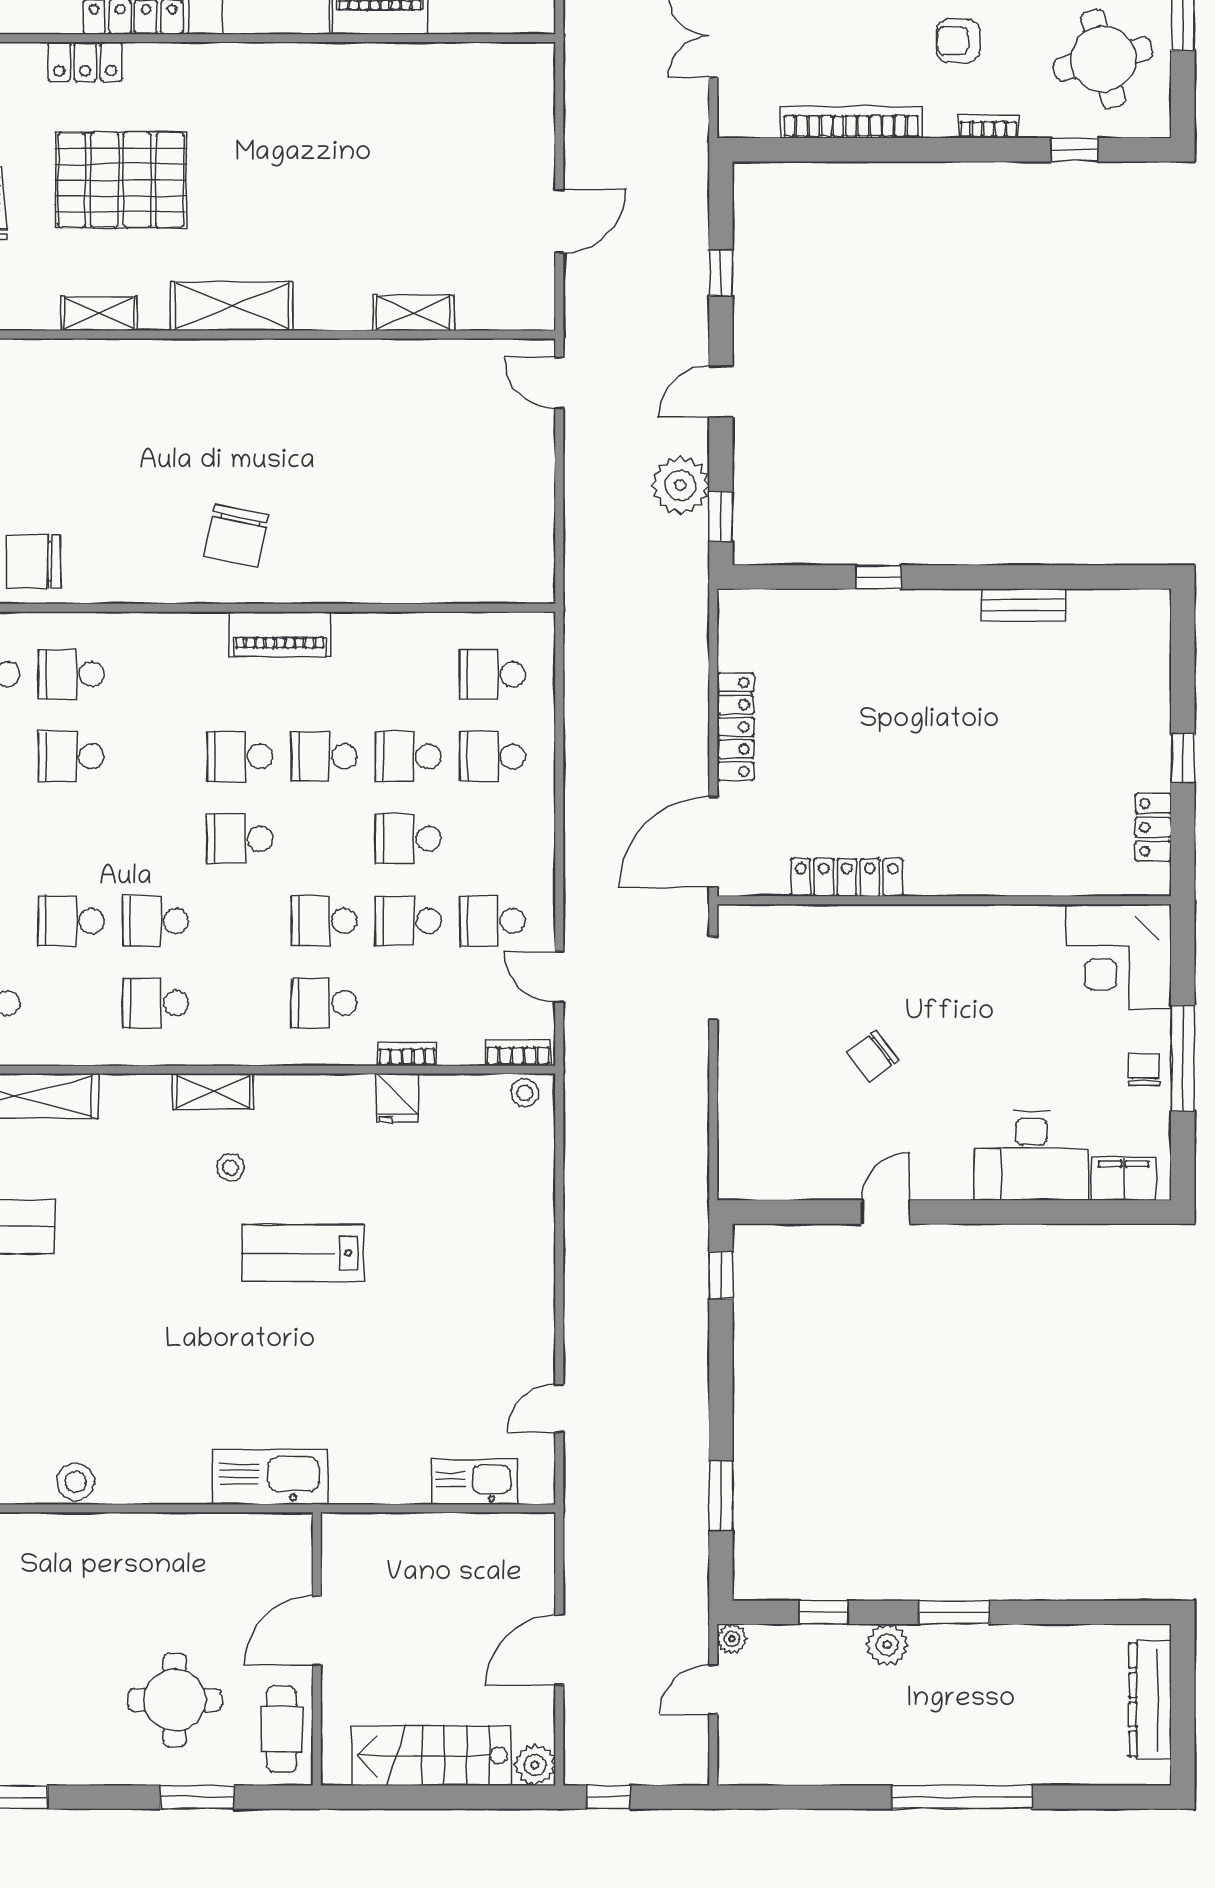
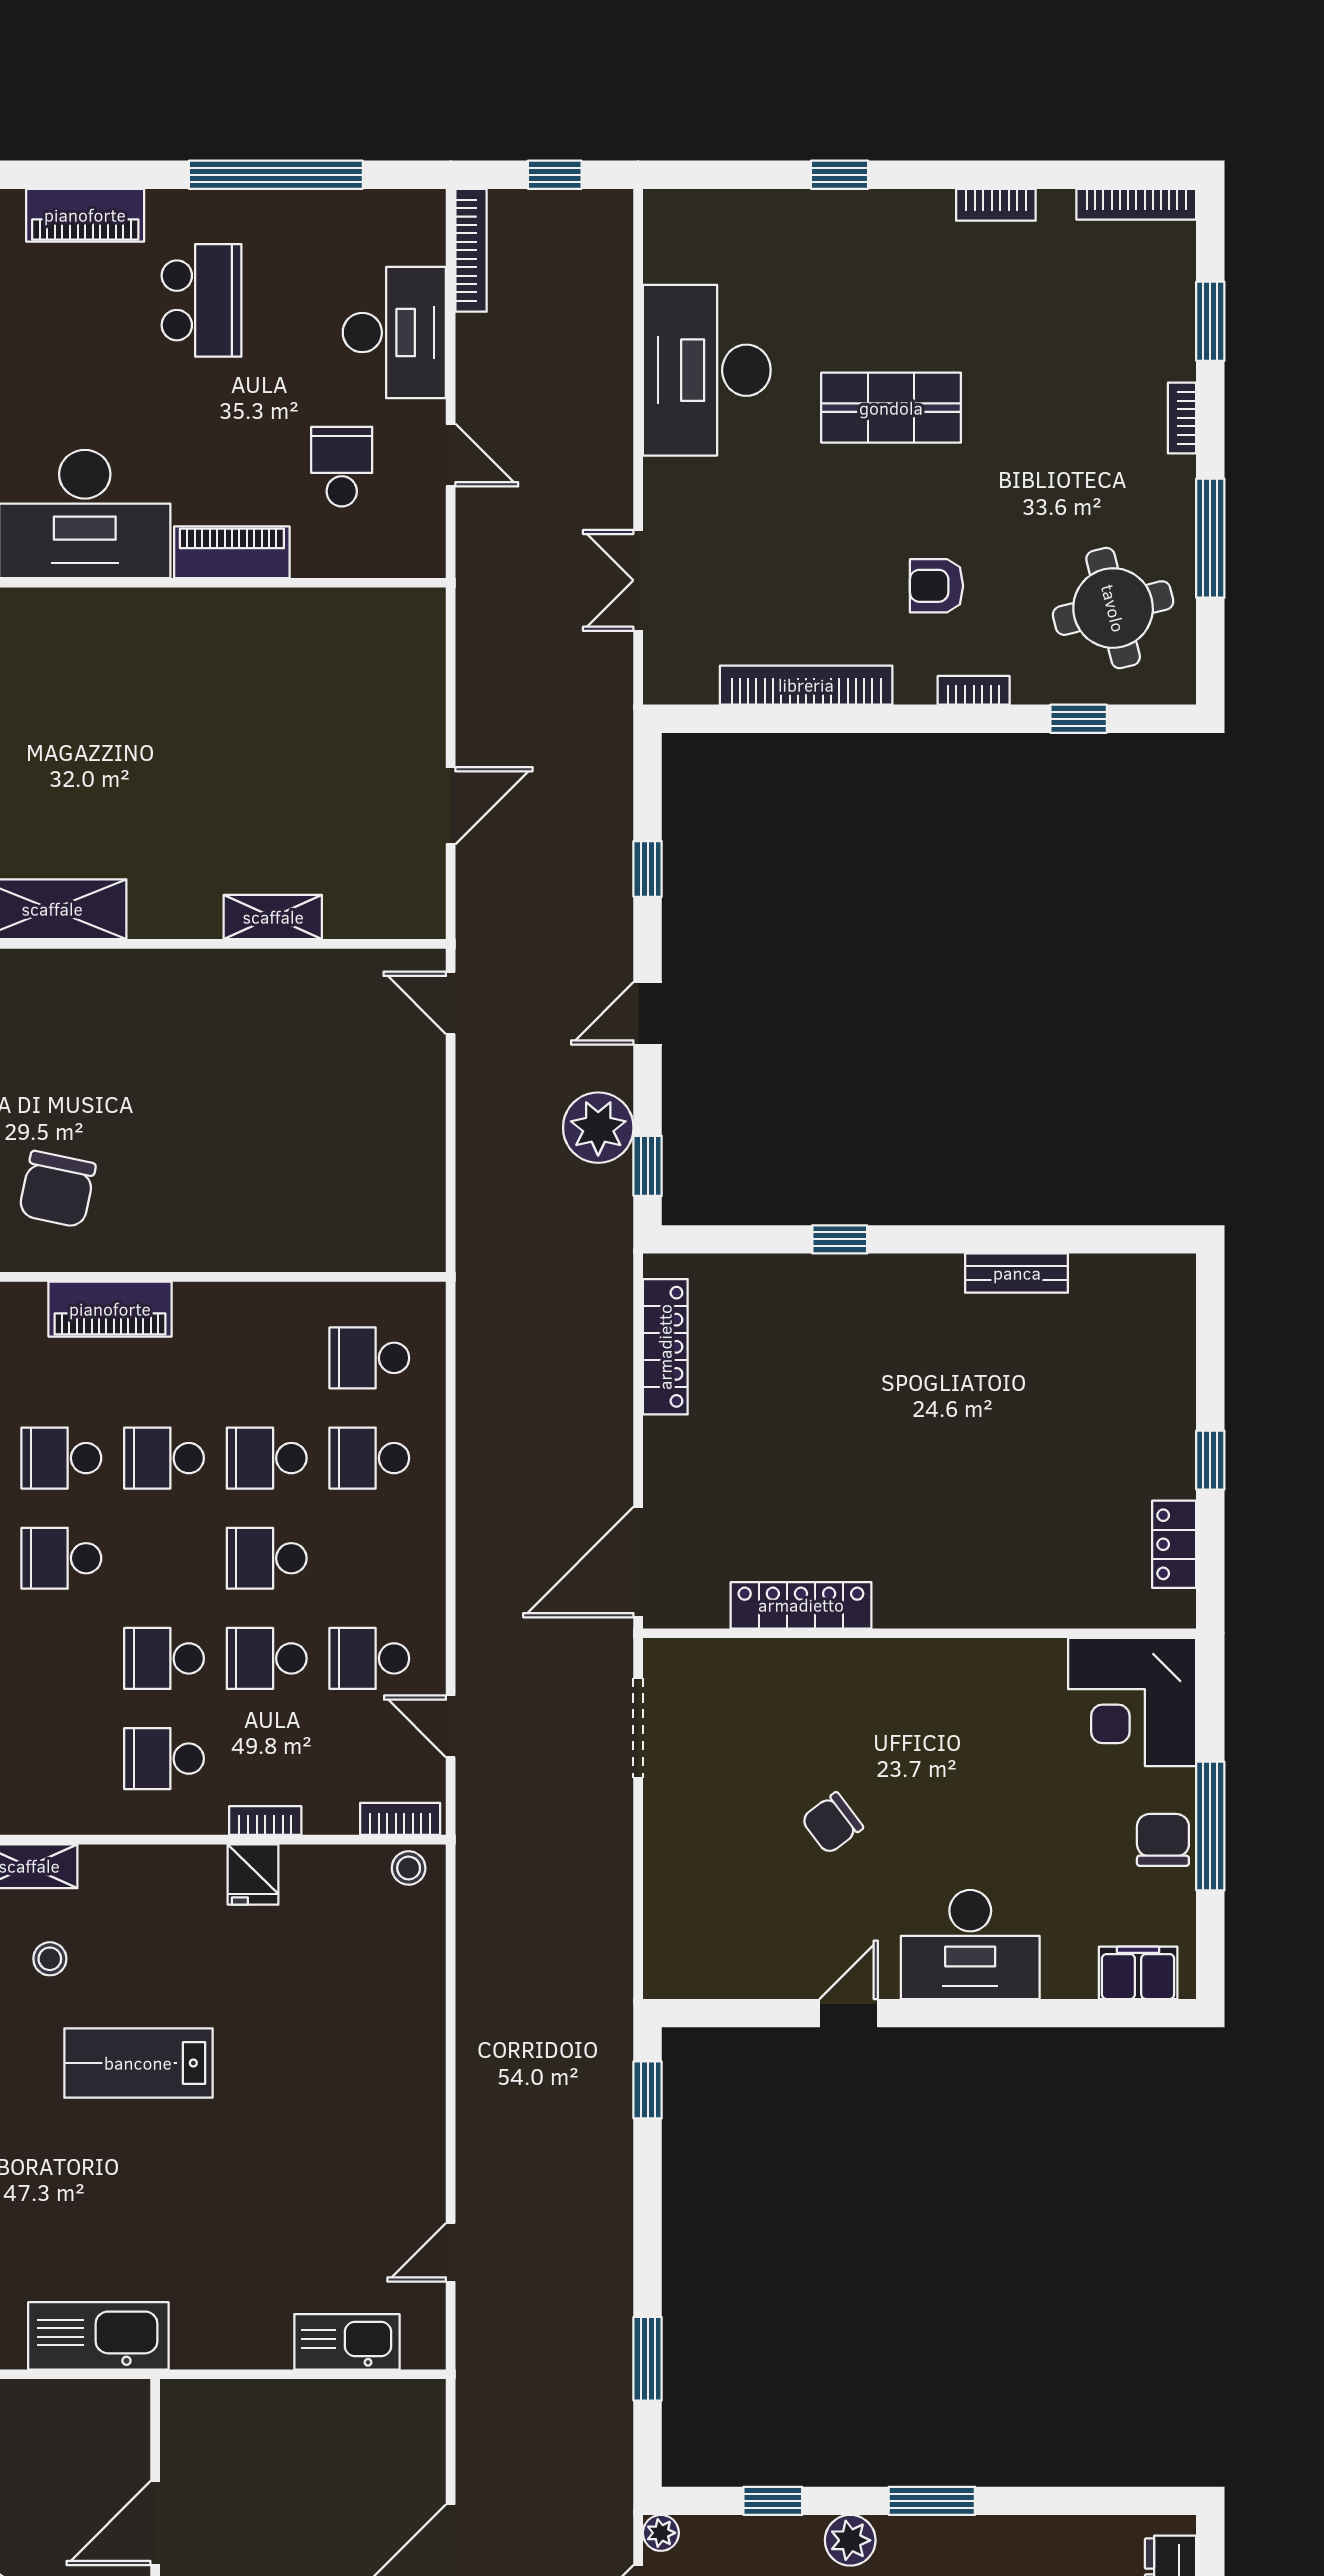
locker: (735, 727) -> (665, 1347), moved
chair: (1144, 1070) -> (1163, 1840), width x1.37, depth x1.37
desk: (1031, 1156) -> (970, 1945), moved

